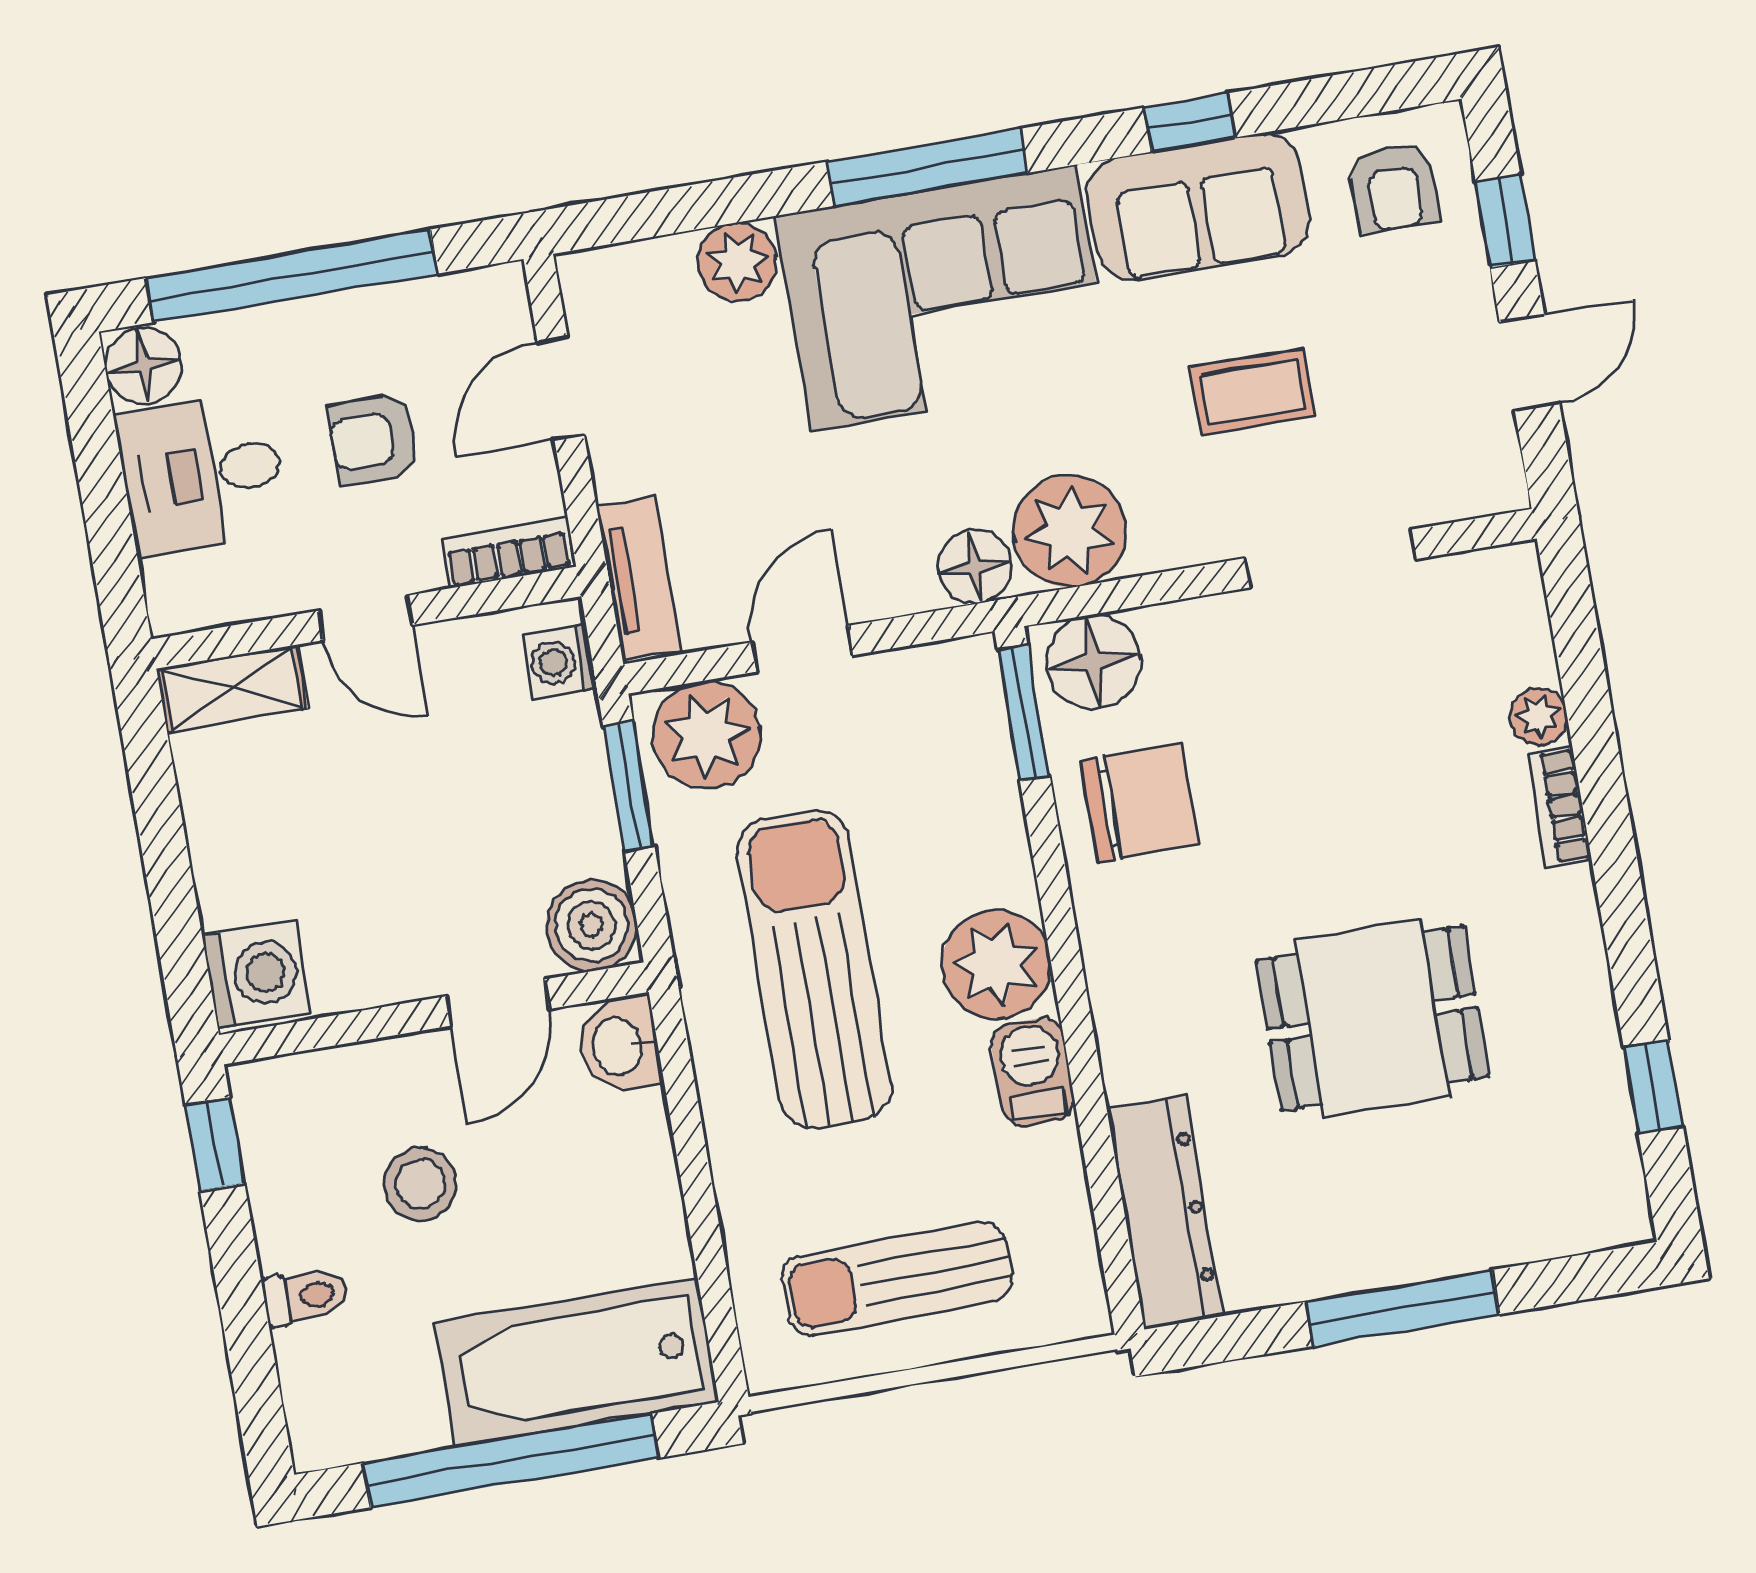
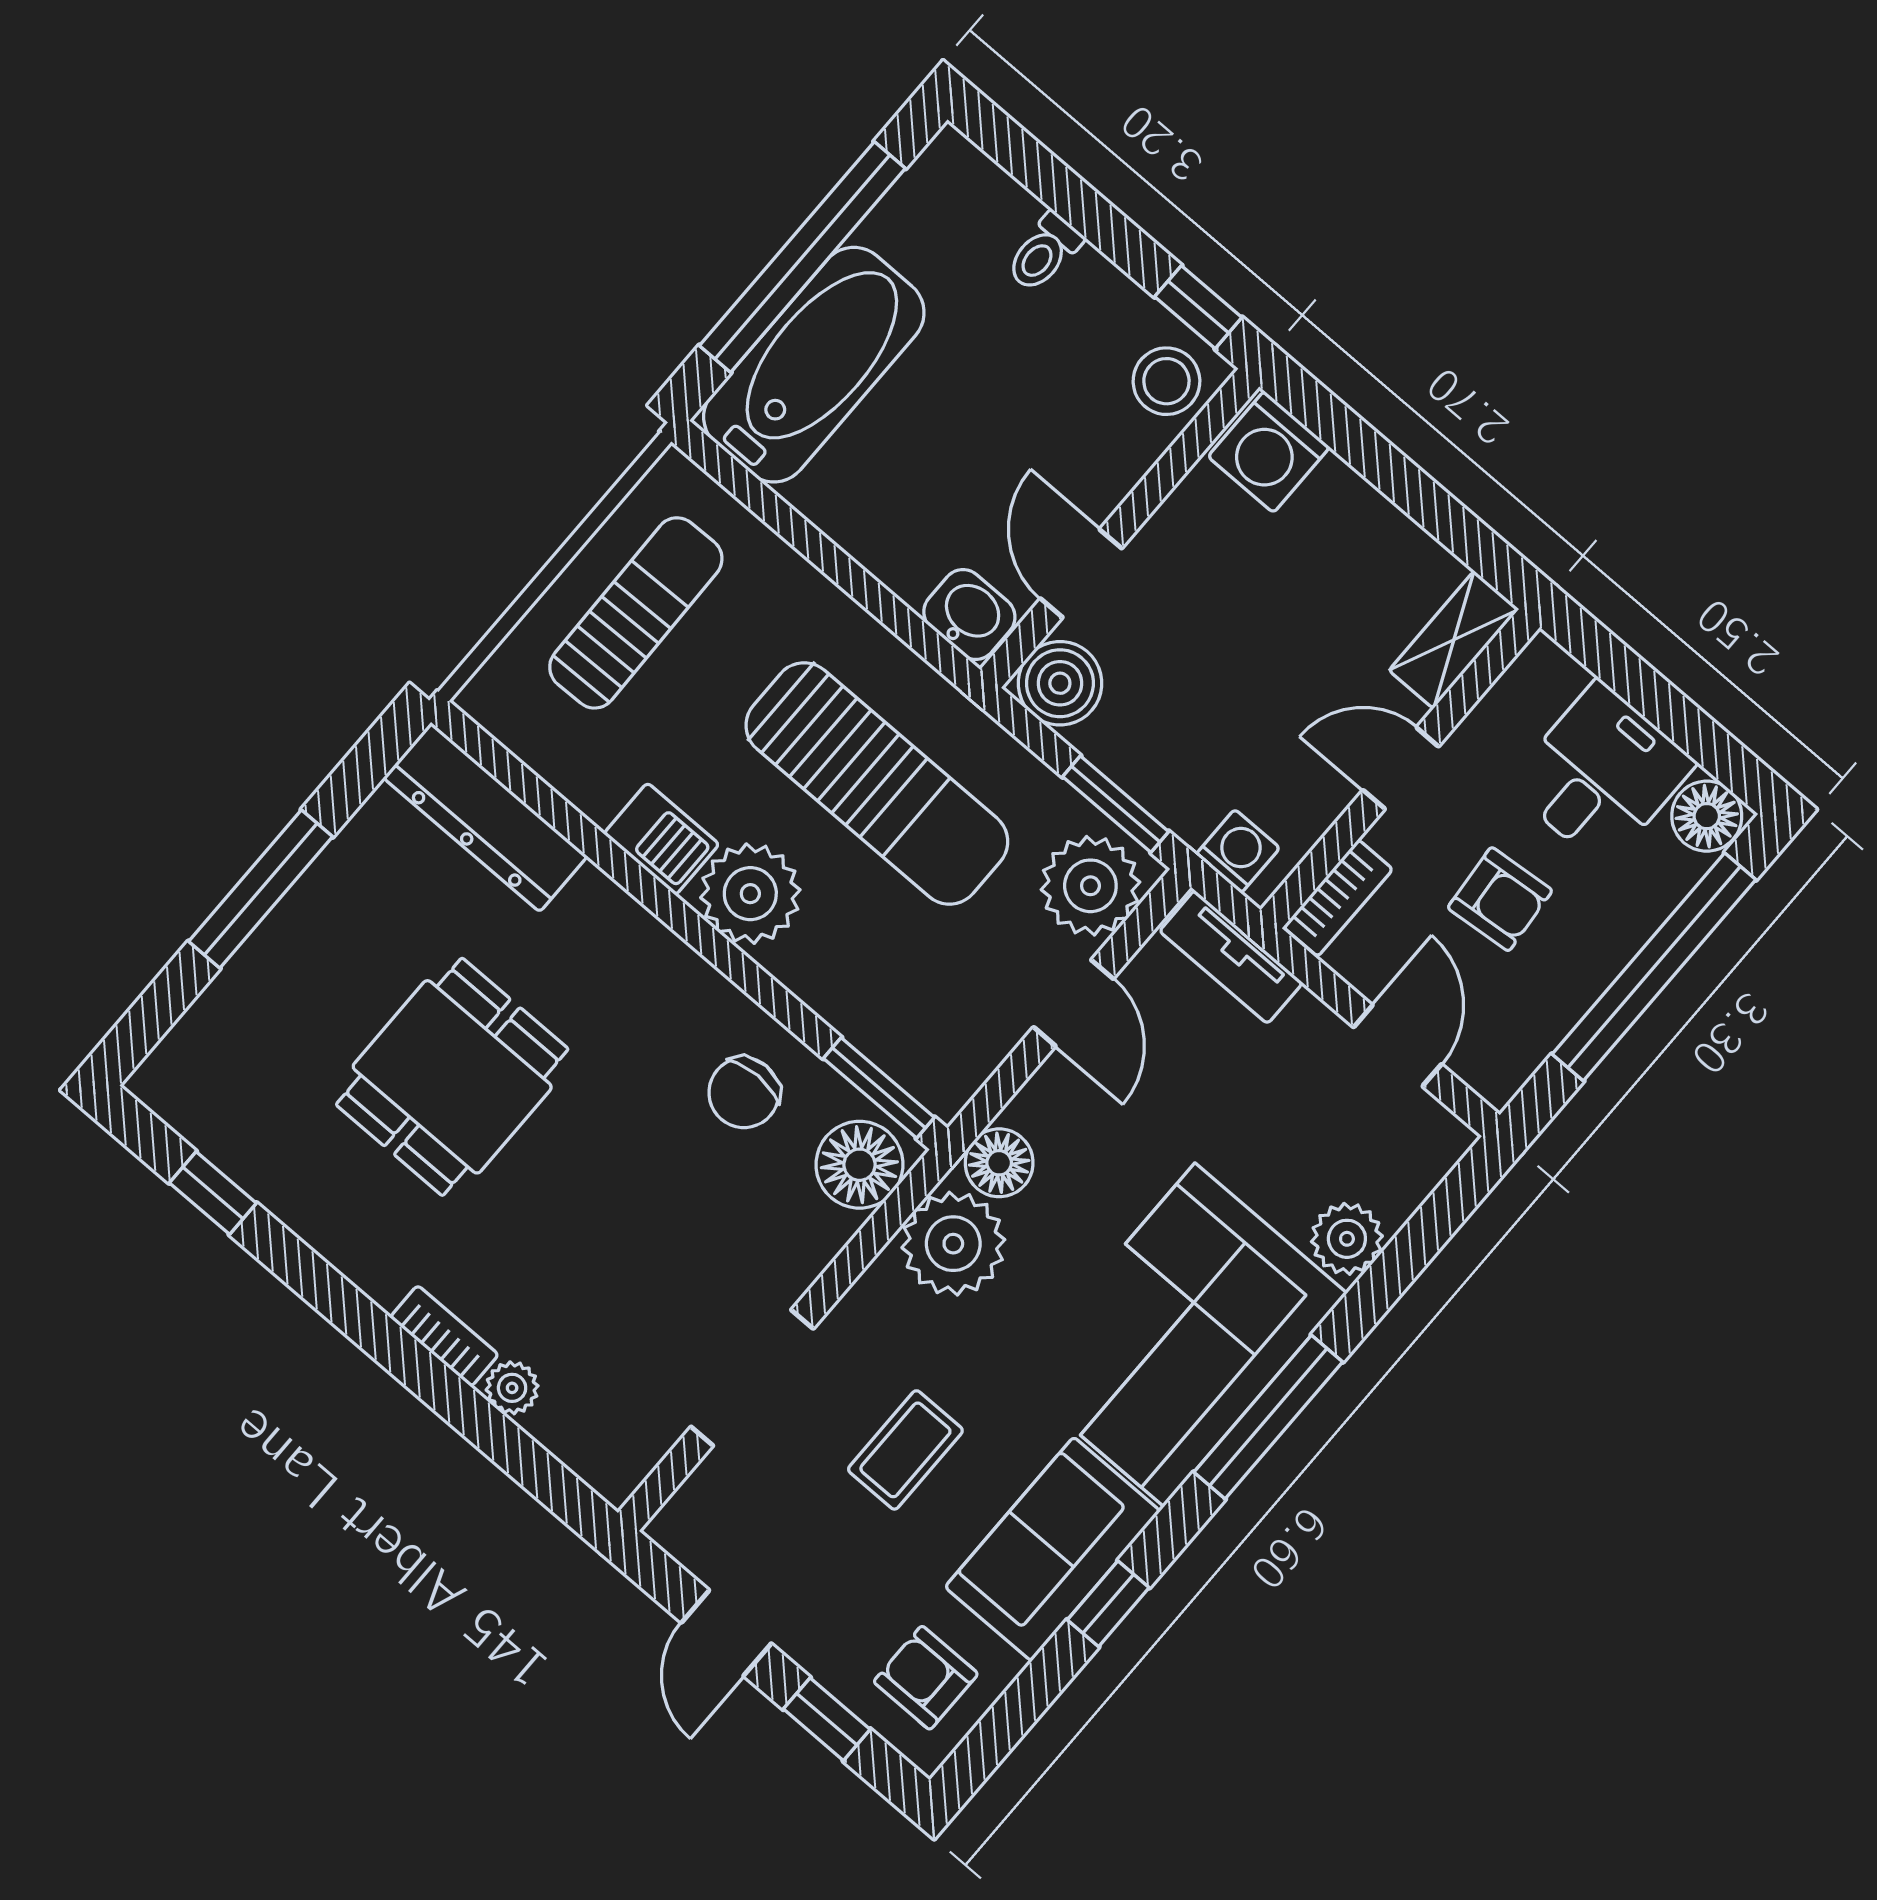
armchair: (373, 440) -> (1500, 899), turned 85
chair: (1140, 802) -> (744, 1093), width x0.73, depth x0.73
stool: (420, 1184) -> (1166, 381), moved

